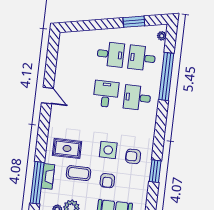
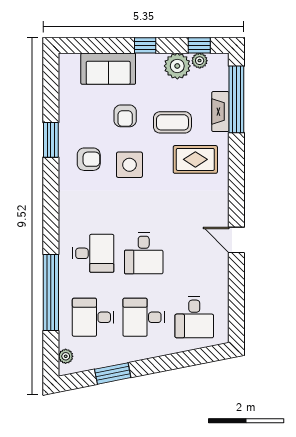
desk: (79, 51) -> (194, 317), added
desk: (142, 58) -> (93, 317), turned 180
armchair: (107, 181) -> (125, 116), turned 180

